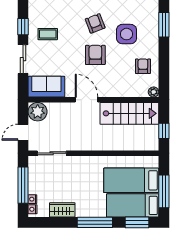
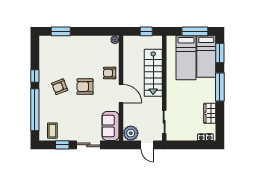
coffee table: (48, 34) -> (52, 131), moved
side table: (127, 34) -> (68, 61), removed
armchair: (143, 66) -> (110, 73), moved
door: (87, 100) -> (121, 94), swing flipped
stairs: (129, 113) -> (153, 73), moved, turned 180
window: (23, 185) -> (190, 145), removed

